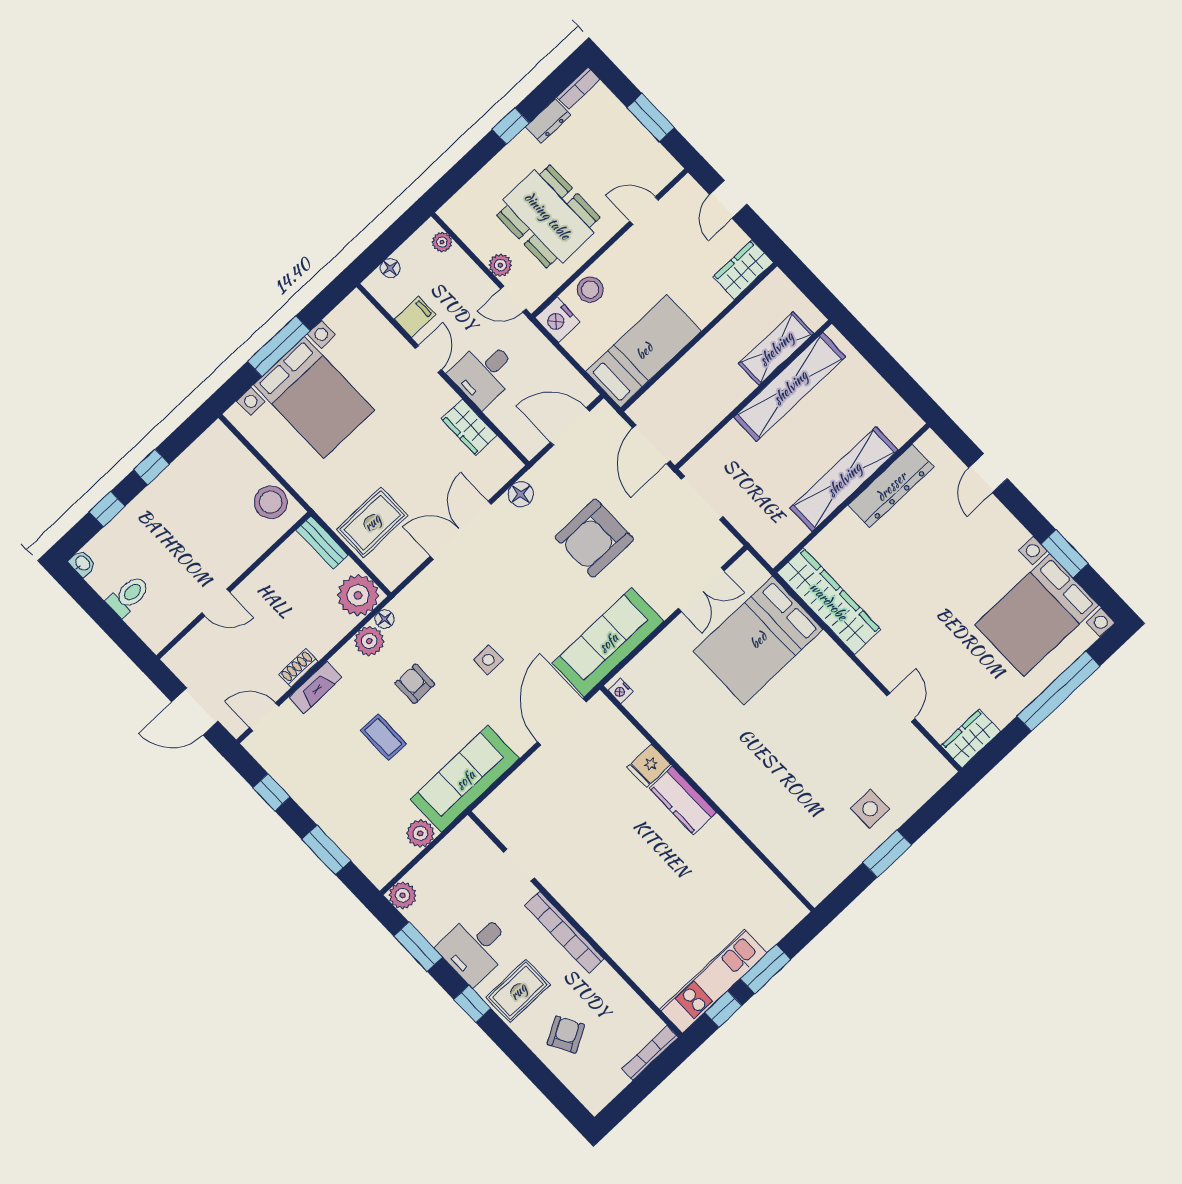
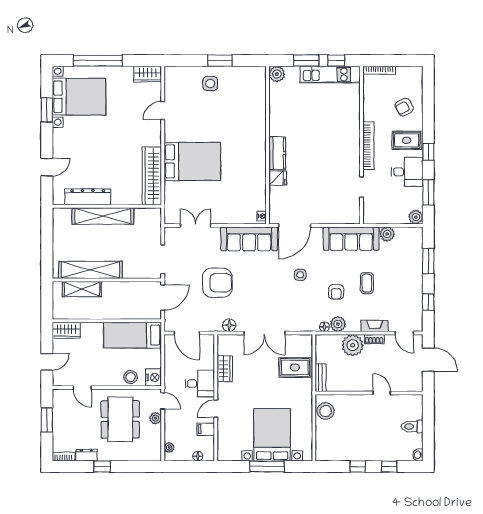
plant: (358, 595) -> (353, 345), moved
bed: (758, 640) -> (192, 161), moved
plant: (789, 911) -> (277, 74), added

